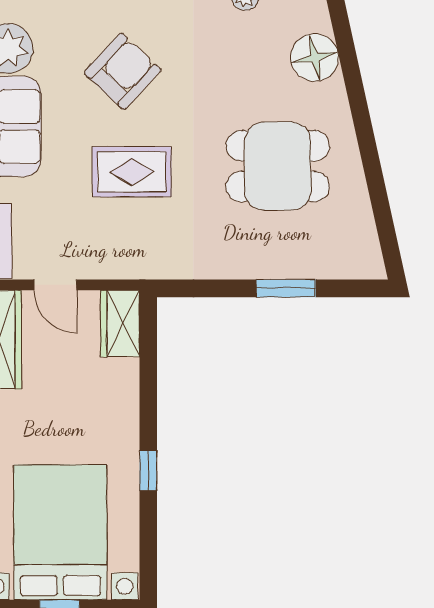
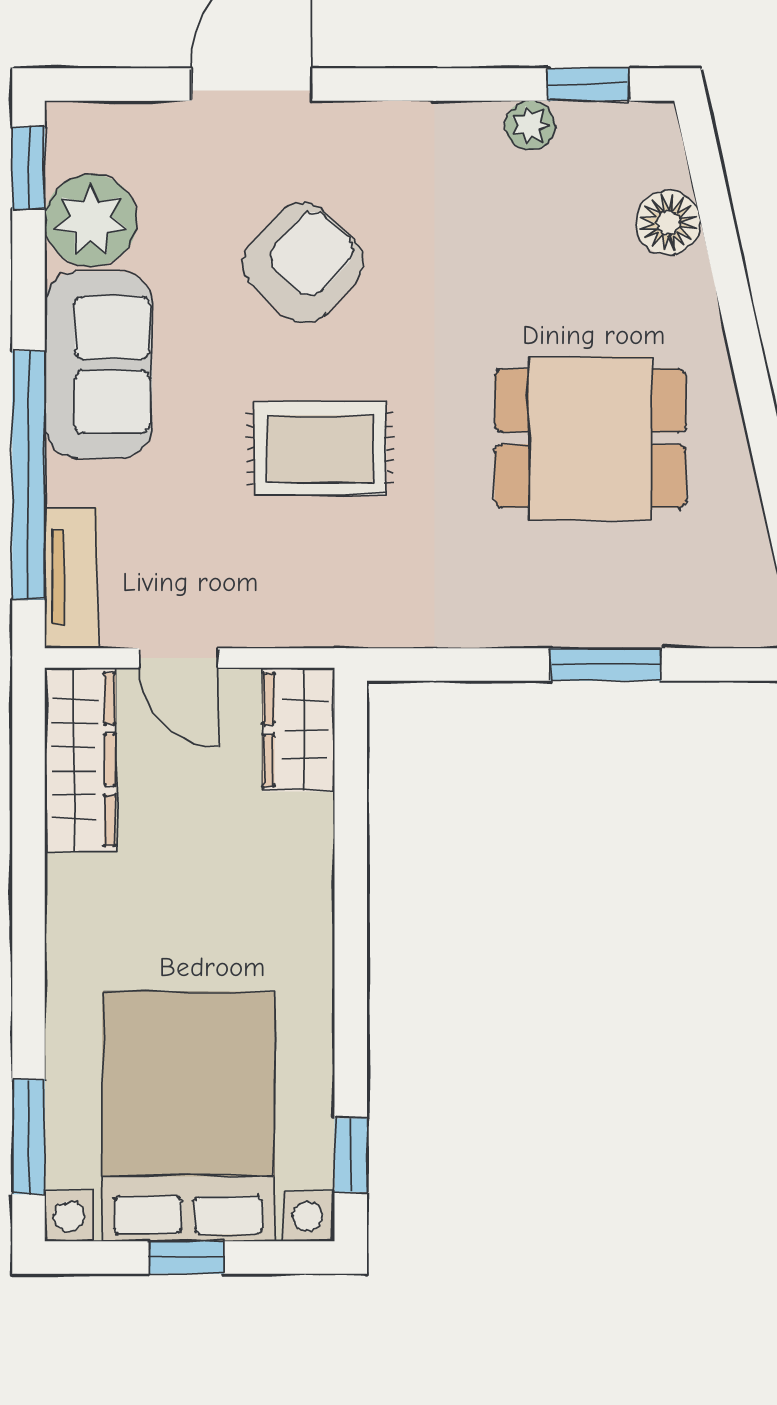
floor lamp: (315, 58) -> (668, 223), width x0.73, depth x0.73
window: (148, 471) -> (351, 1155), moved

